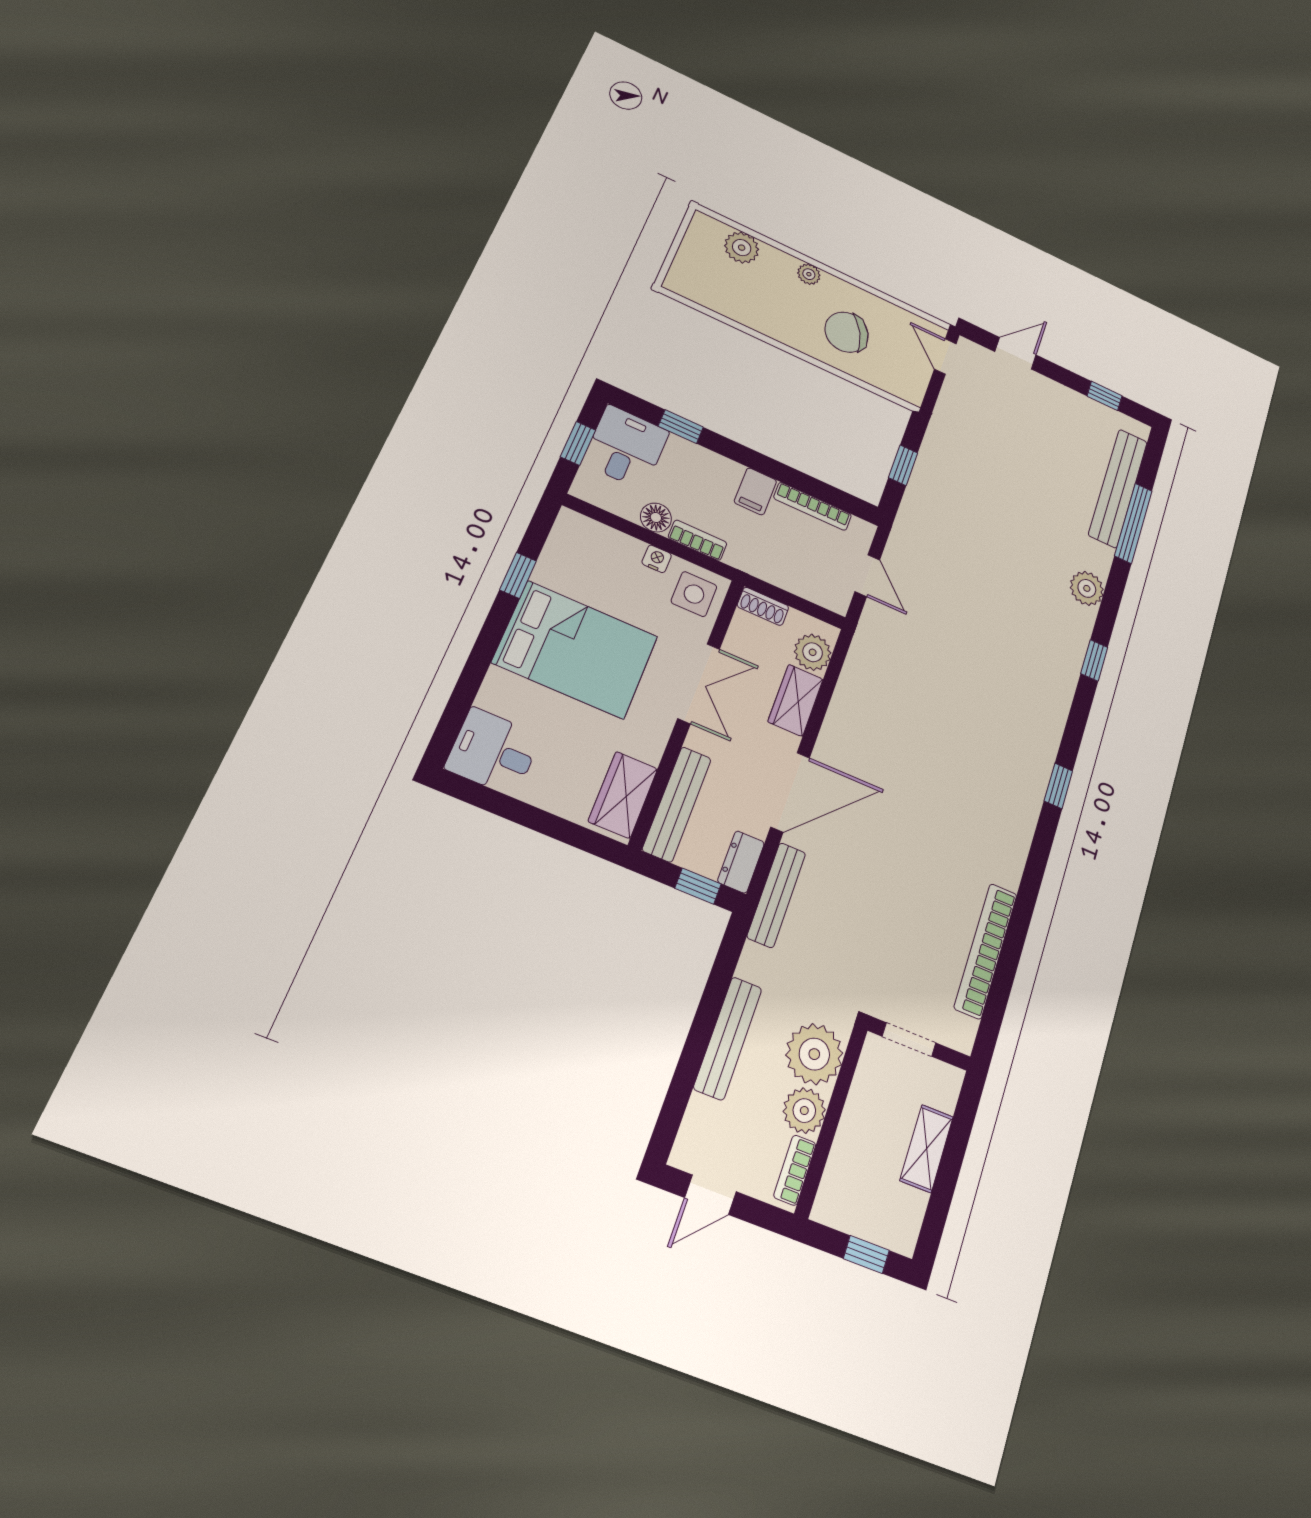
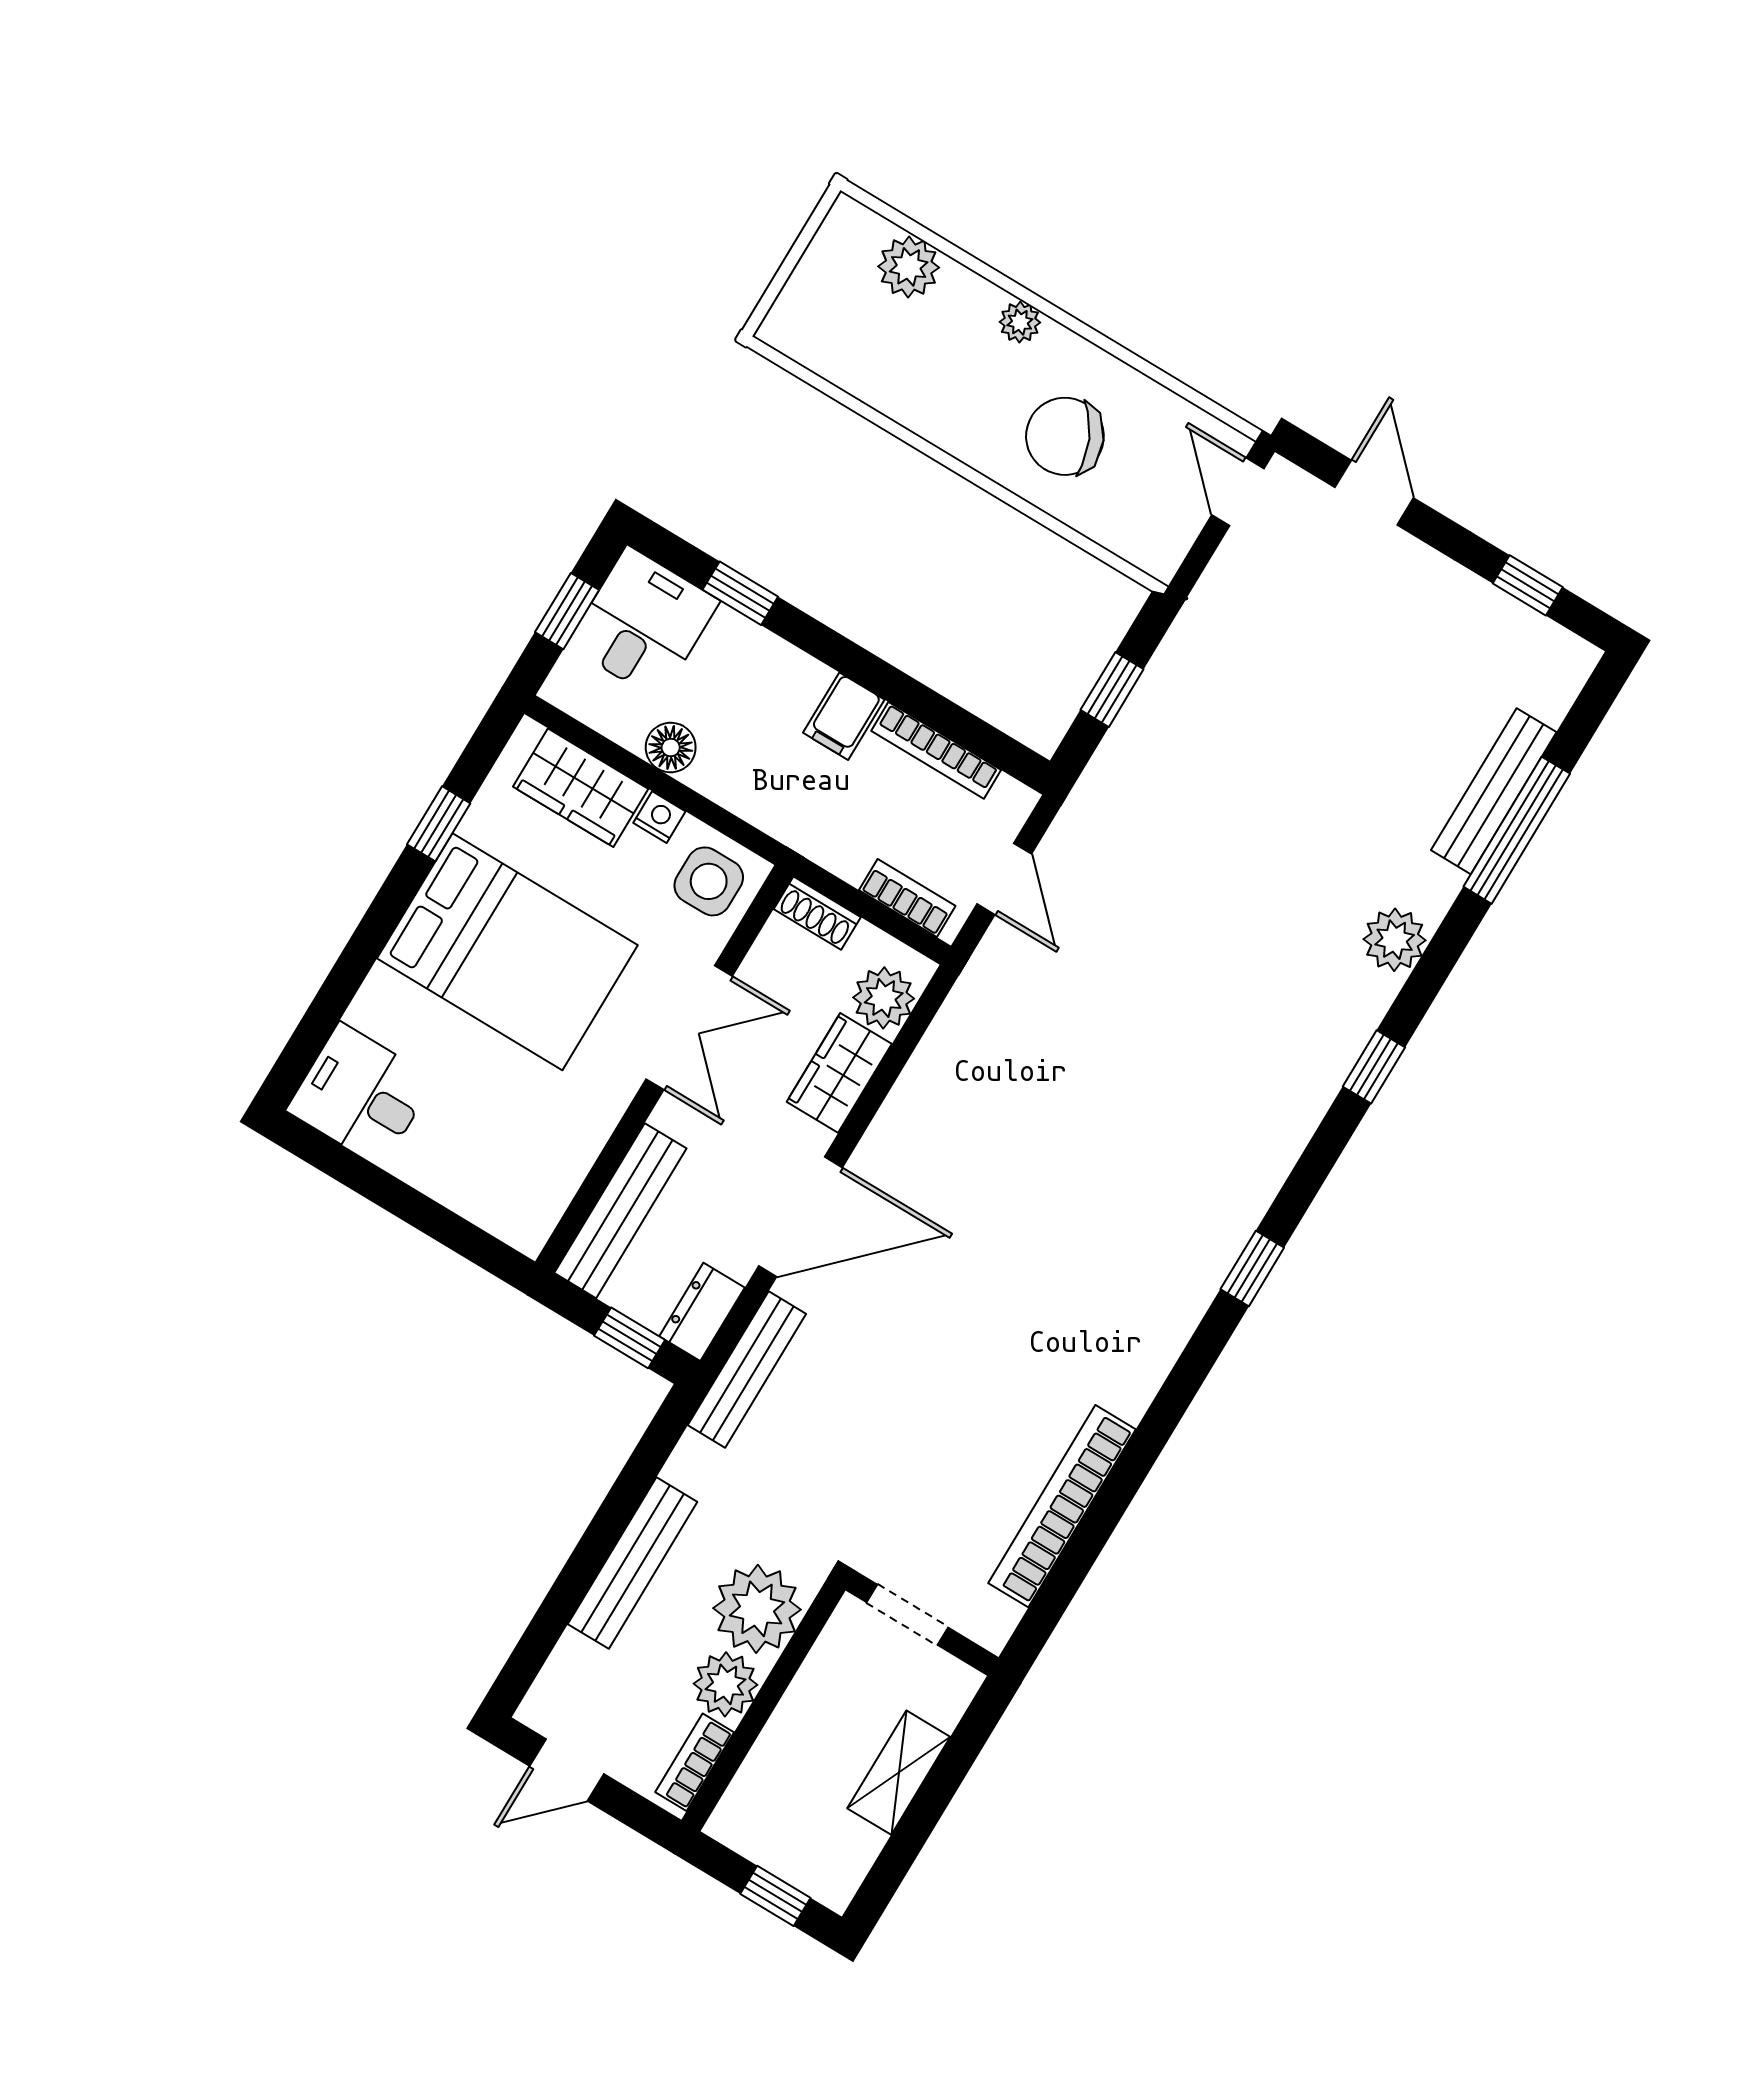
door: (1015, 353) -> (1374, 493), hinge flipped
bench: (1118, 488) -> (1494, 791), width x0.73, depth x0.82
bookcase: (698, 540) -> (907, 898), moved
wardrobe: (623, 795) -> (581, 788), moved, turned -90

